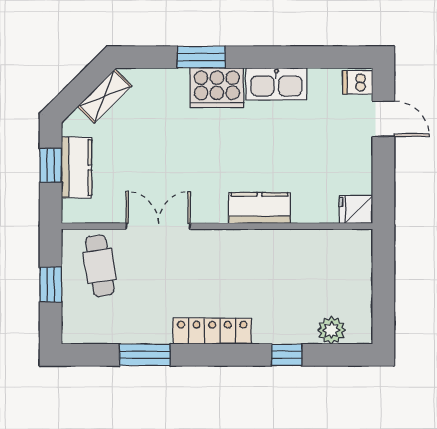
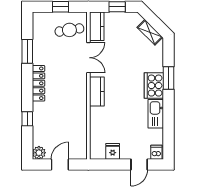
kitchen counter: (77, 168) -> (97, 26), moved, turned -90
kitchen counter: (259, 208) -> (97, 92), moved
fridge: (356, 209) -> (113, 151), moved
door: (383, 286) -> (60, 164), added
plant: (331, 330) -> (39, 153), moved

